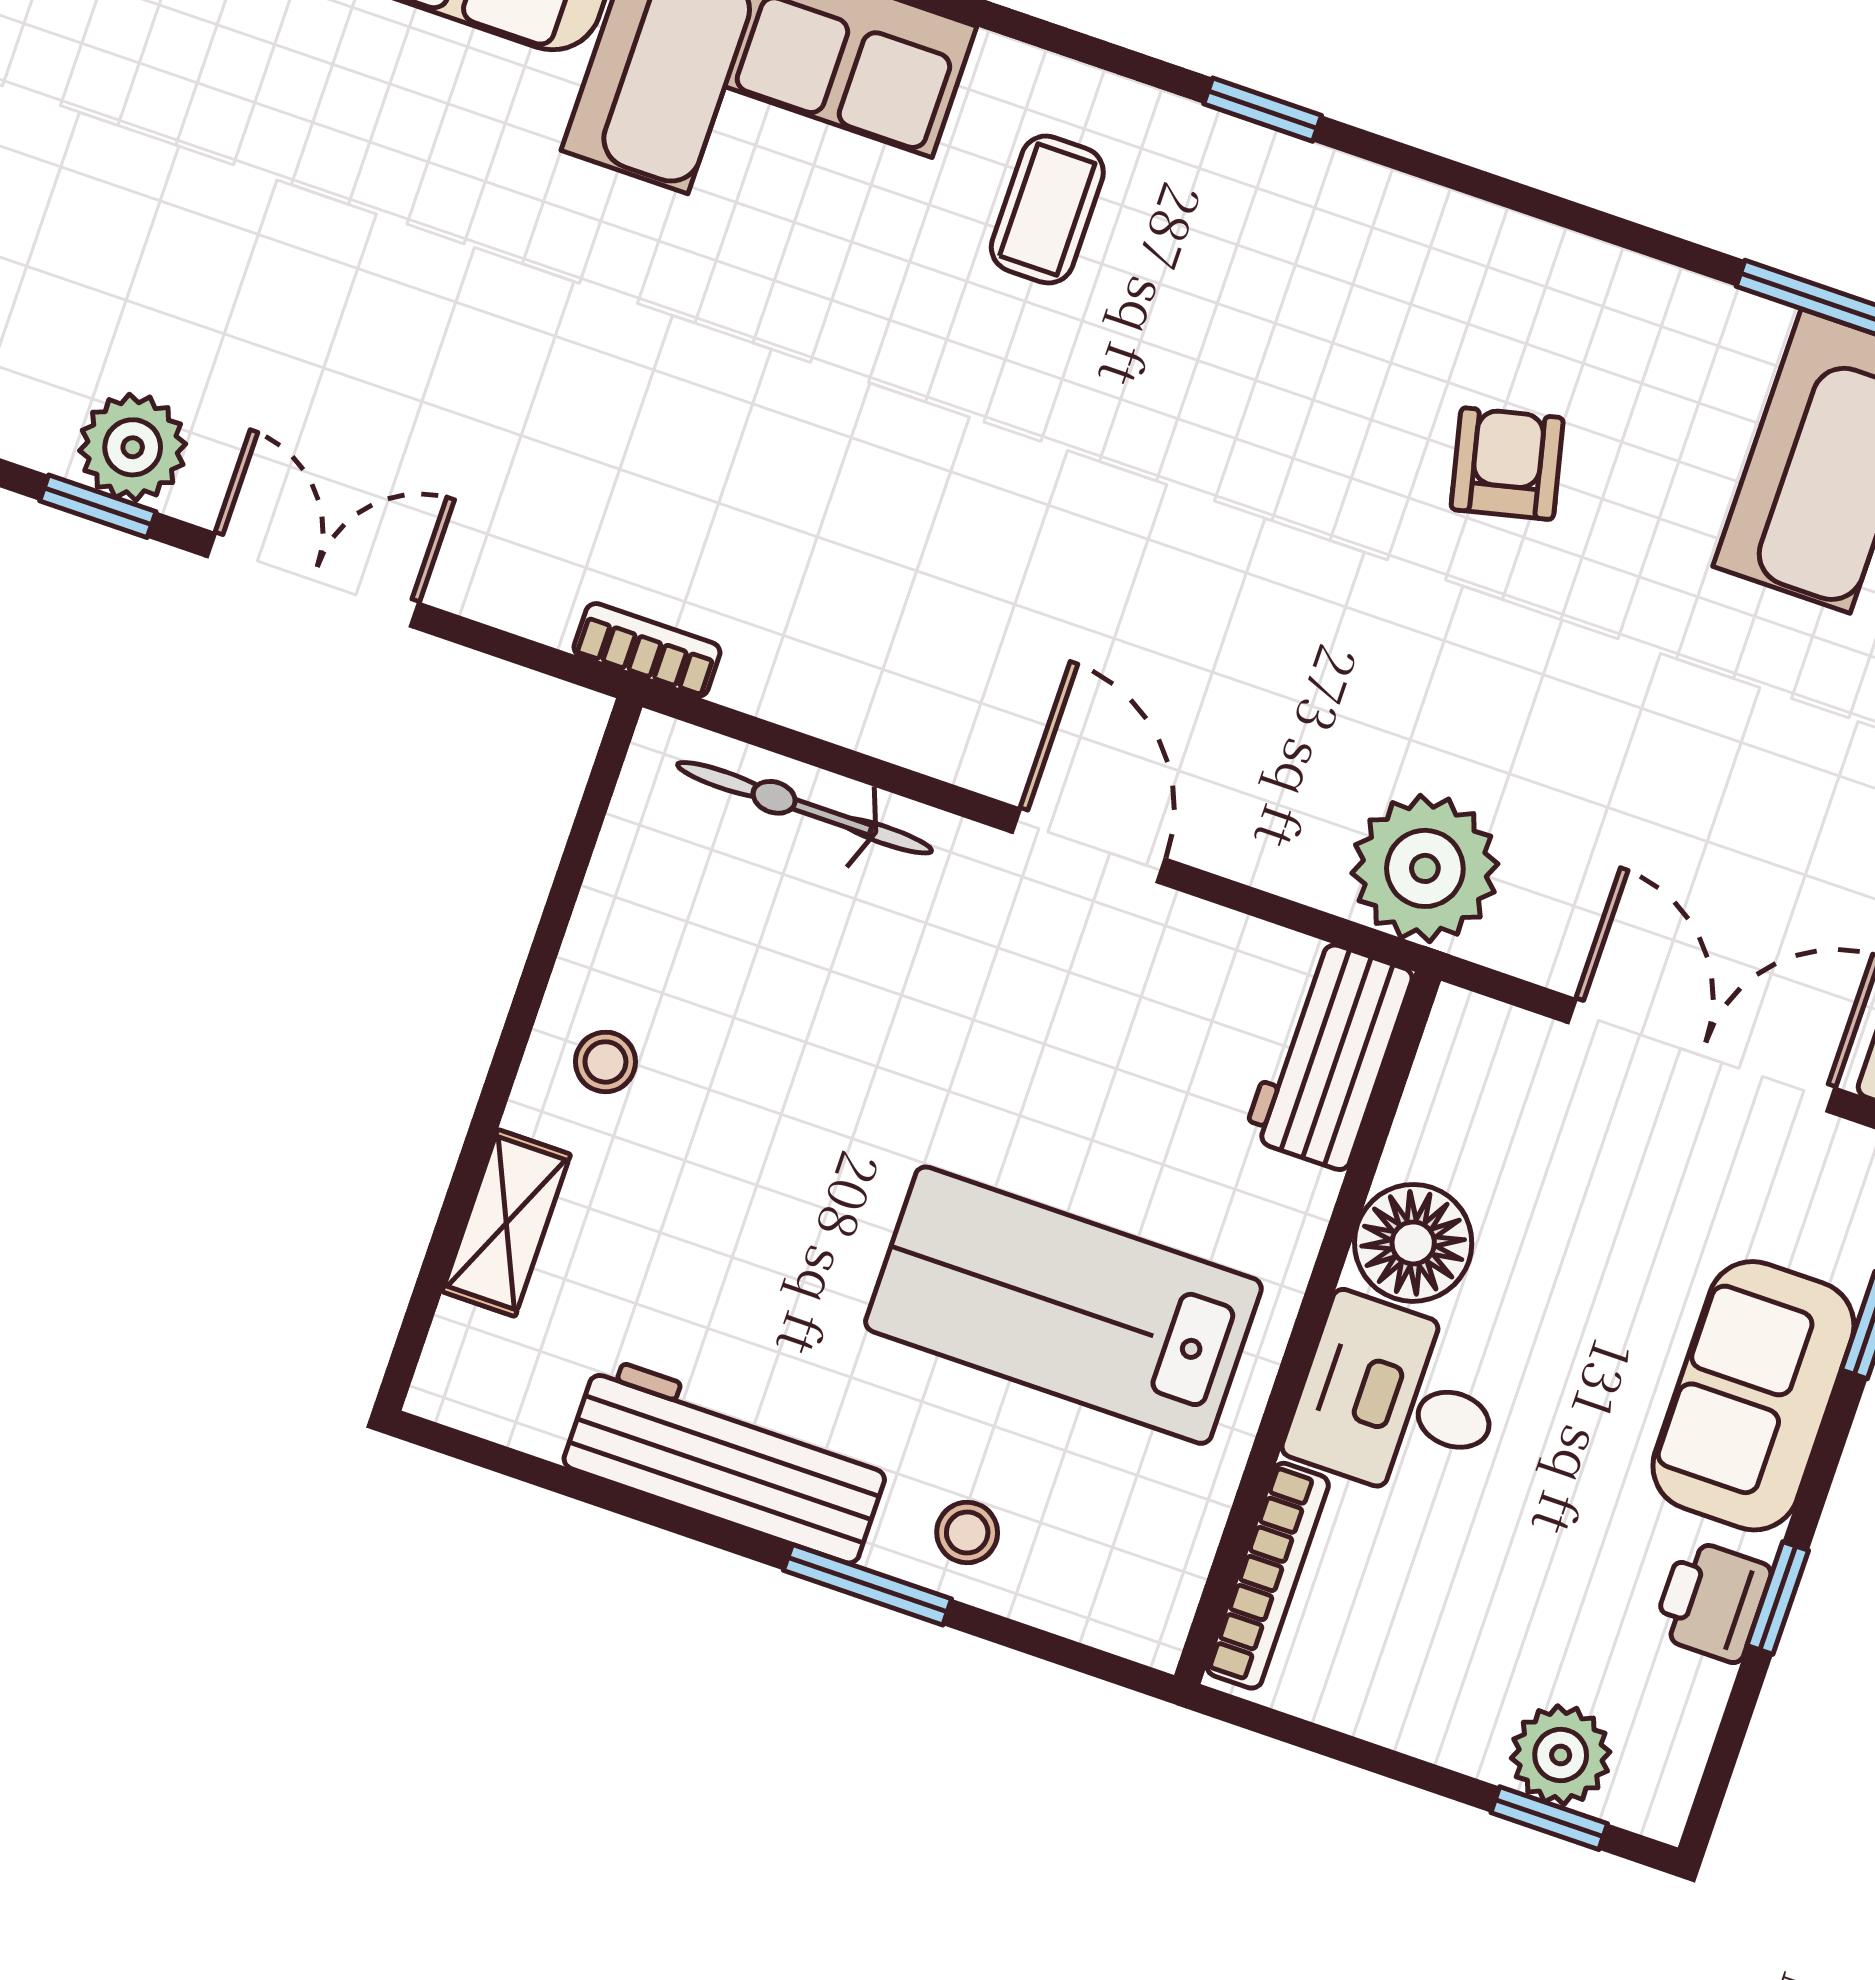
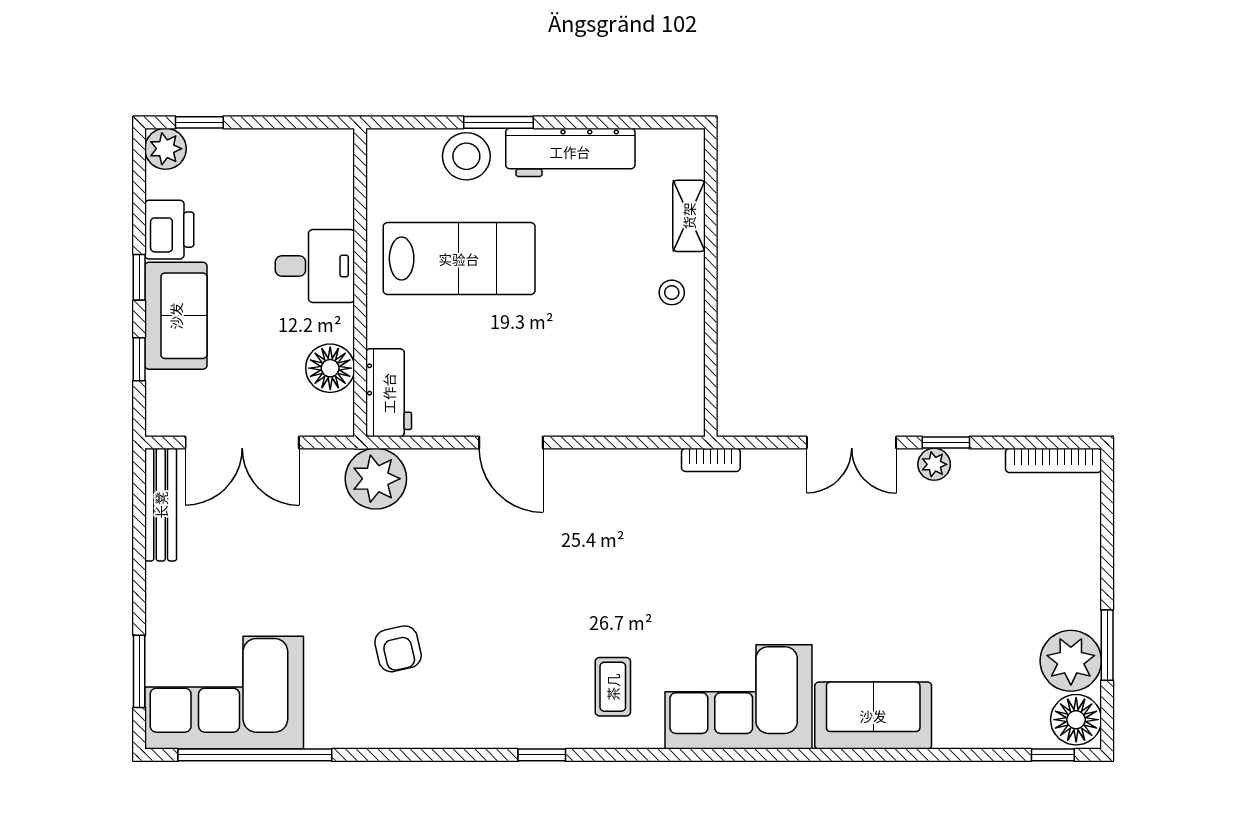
plant: (133, 447) -> (934, 464), width x0.73, depth x0.73
bicycle: (805, 808) -> (628, 419), removed
floor lamp: (1413, 1243) -> (330, 368), moved
stool: (967, 1532) -> (466, 156), width x1.89, depth x1.89
bookcase: (1268, 1576) -> (343, 180), removed
window: (1778, 1598) -> (139, 277), moved
printer: (1712, 1601) -> (169, 230), width x1.36, depth x1.24
plant: (1561, 1755) -> (165, 149), moved

